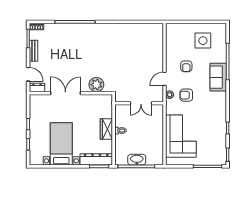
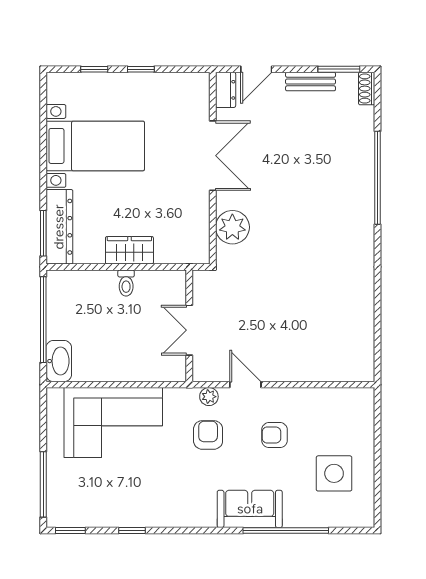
washbasin: (137, 160) -> (59, 361), moved

